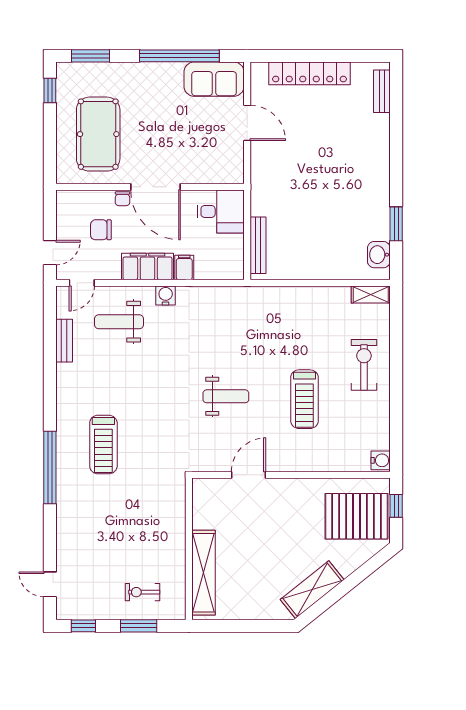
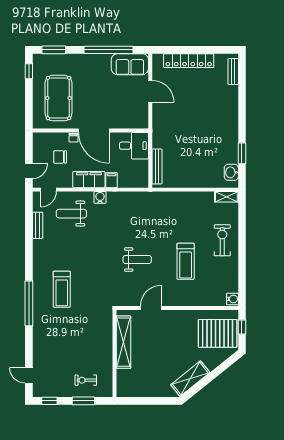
shelving: (204, 573) -> (123, 342), moved

